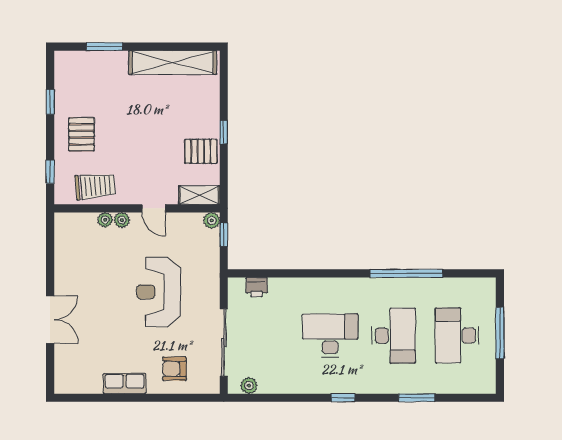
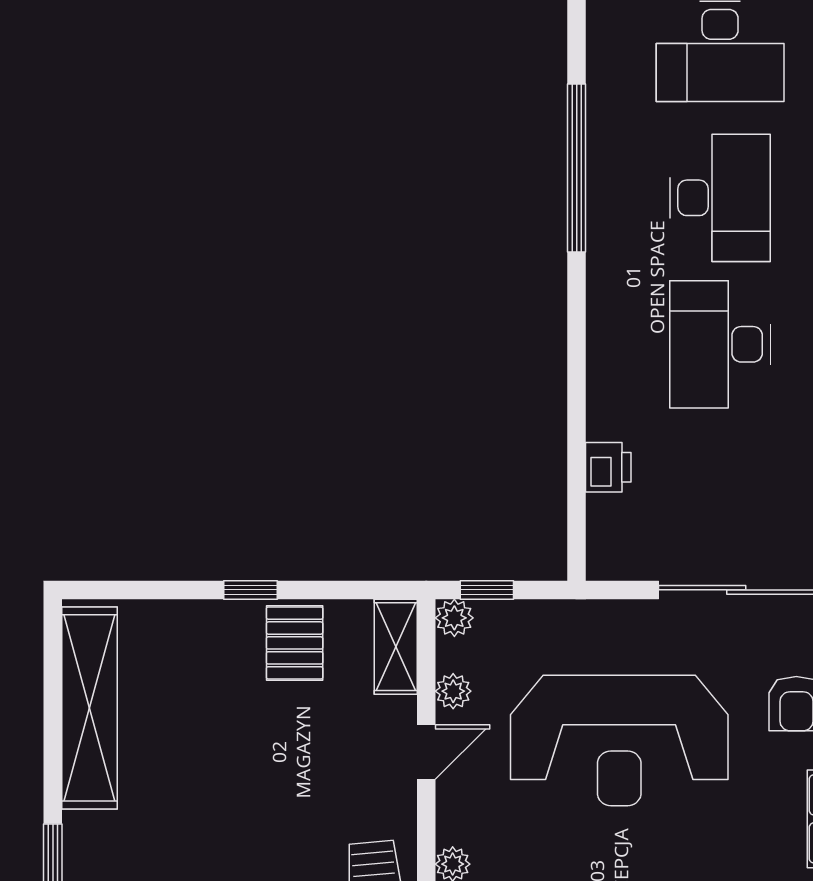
plant: (122, 220) -> (453, 691), moved
printer: (257, 287) -> (608, 467), moved
reception desk: (159, 292) -> (619, 741), width x1.36, depth x1.30
desk: (394, 336) -> (720, 198), turned 90

